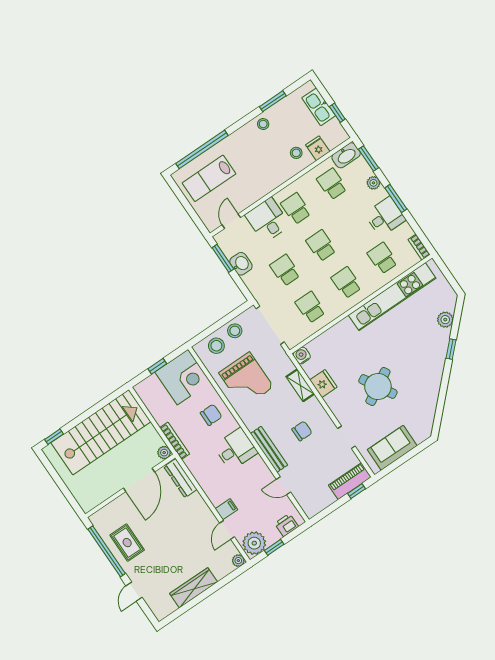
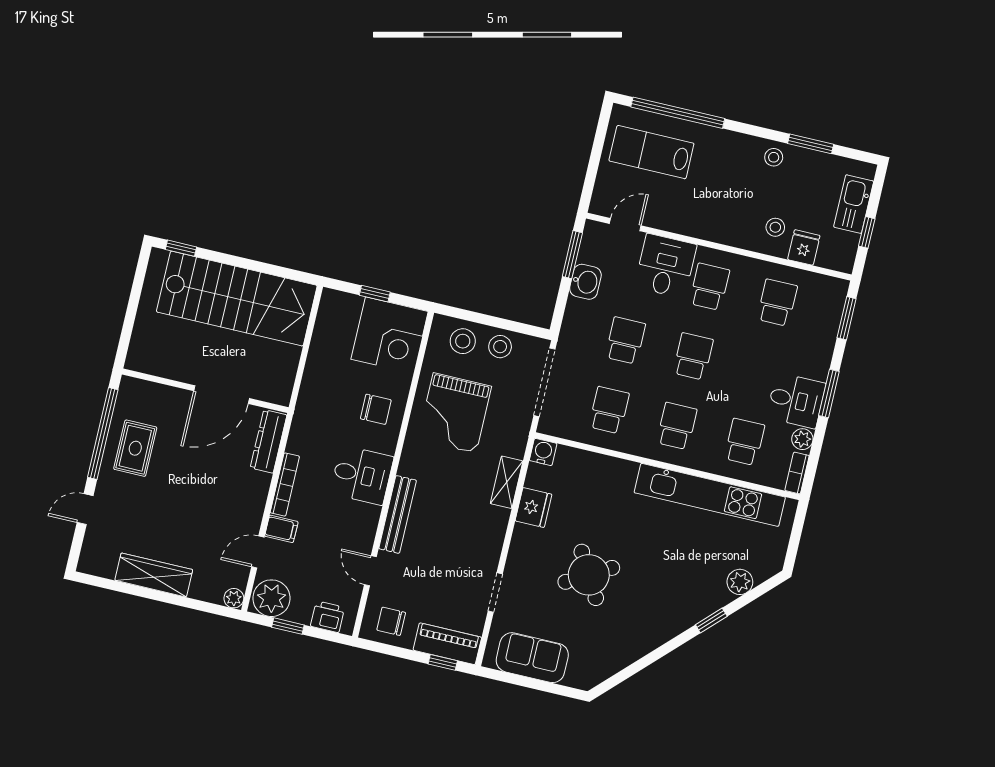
washbasin: (346, 155) -> (826, 288), removed
plant: (373, 183) -> (802, 439), moved
chair: (302, 431) -> (391, 621), moved, turned 180
bookcase: (175, 441) -> (285, 484), moved
plant: (164, 453) -> (281, 395), removed

